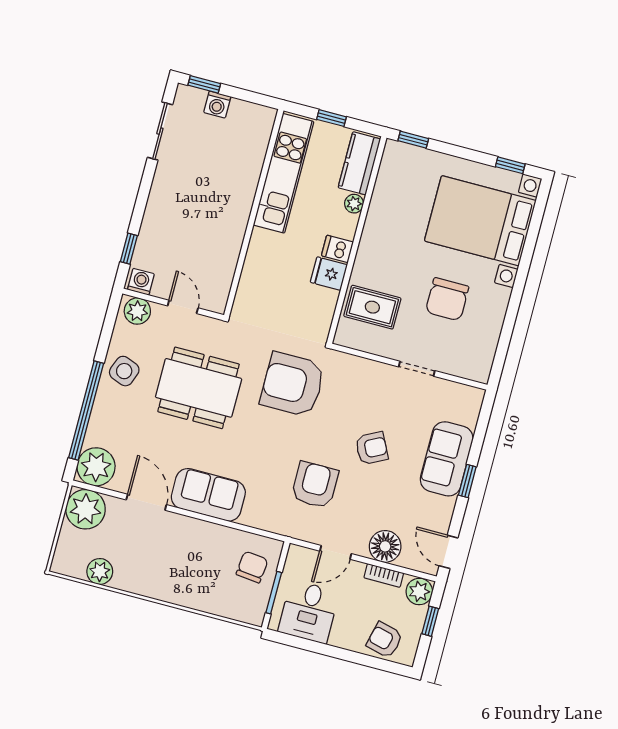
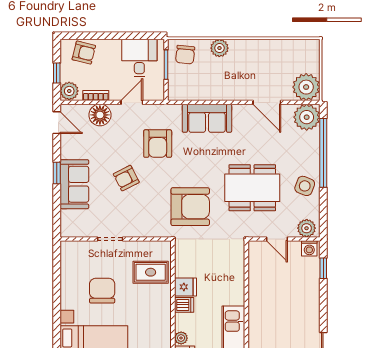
sofa: (208, 495) -> (207, 118), moved
chair: (252, 567) -> (185, 55), moved
plant: (100, 571) -> (219, 48), moved

